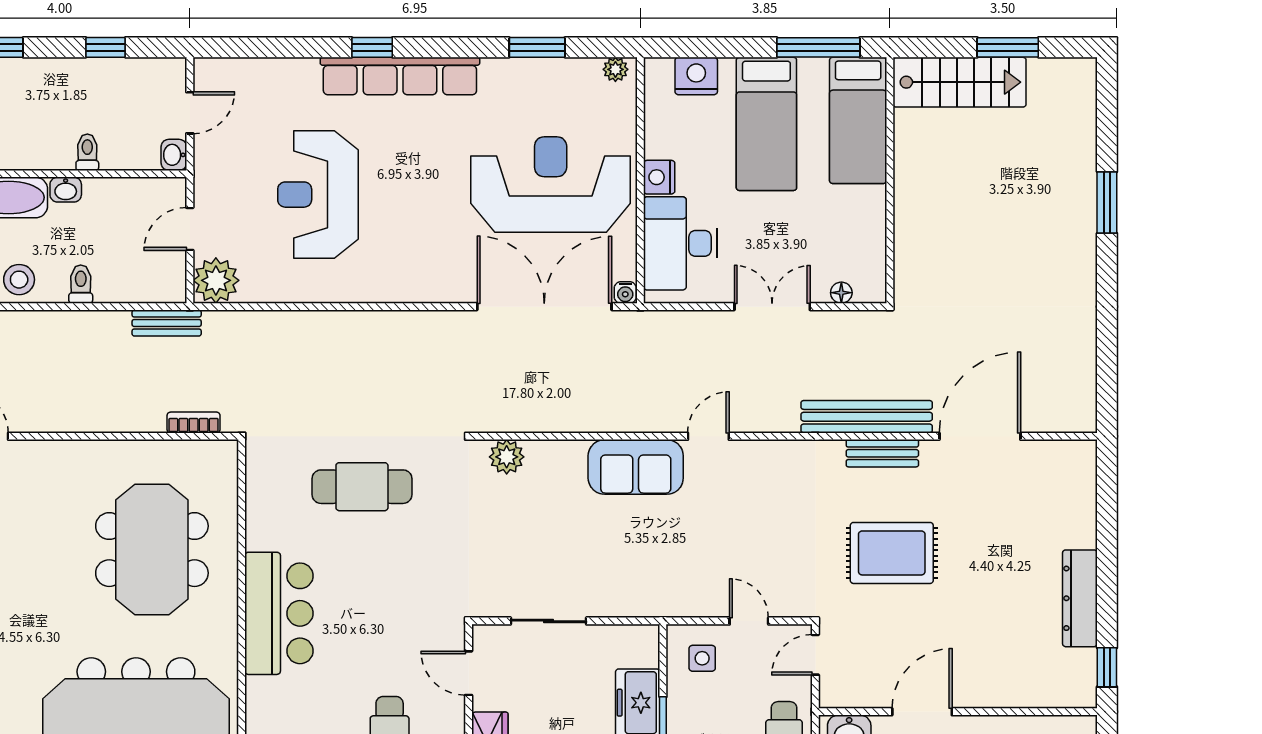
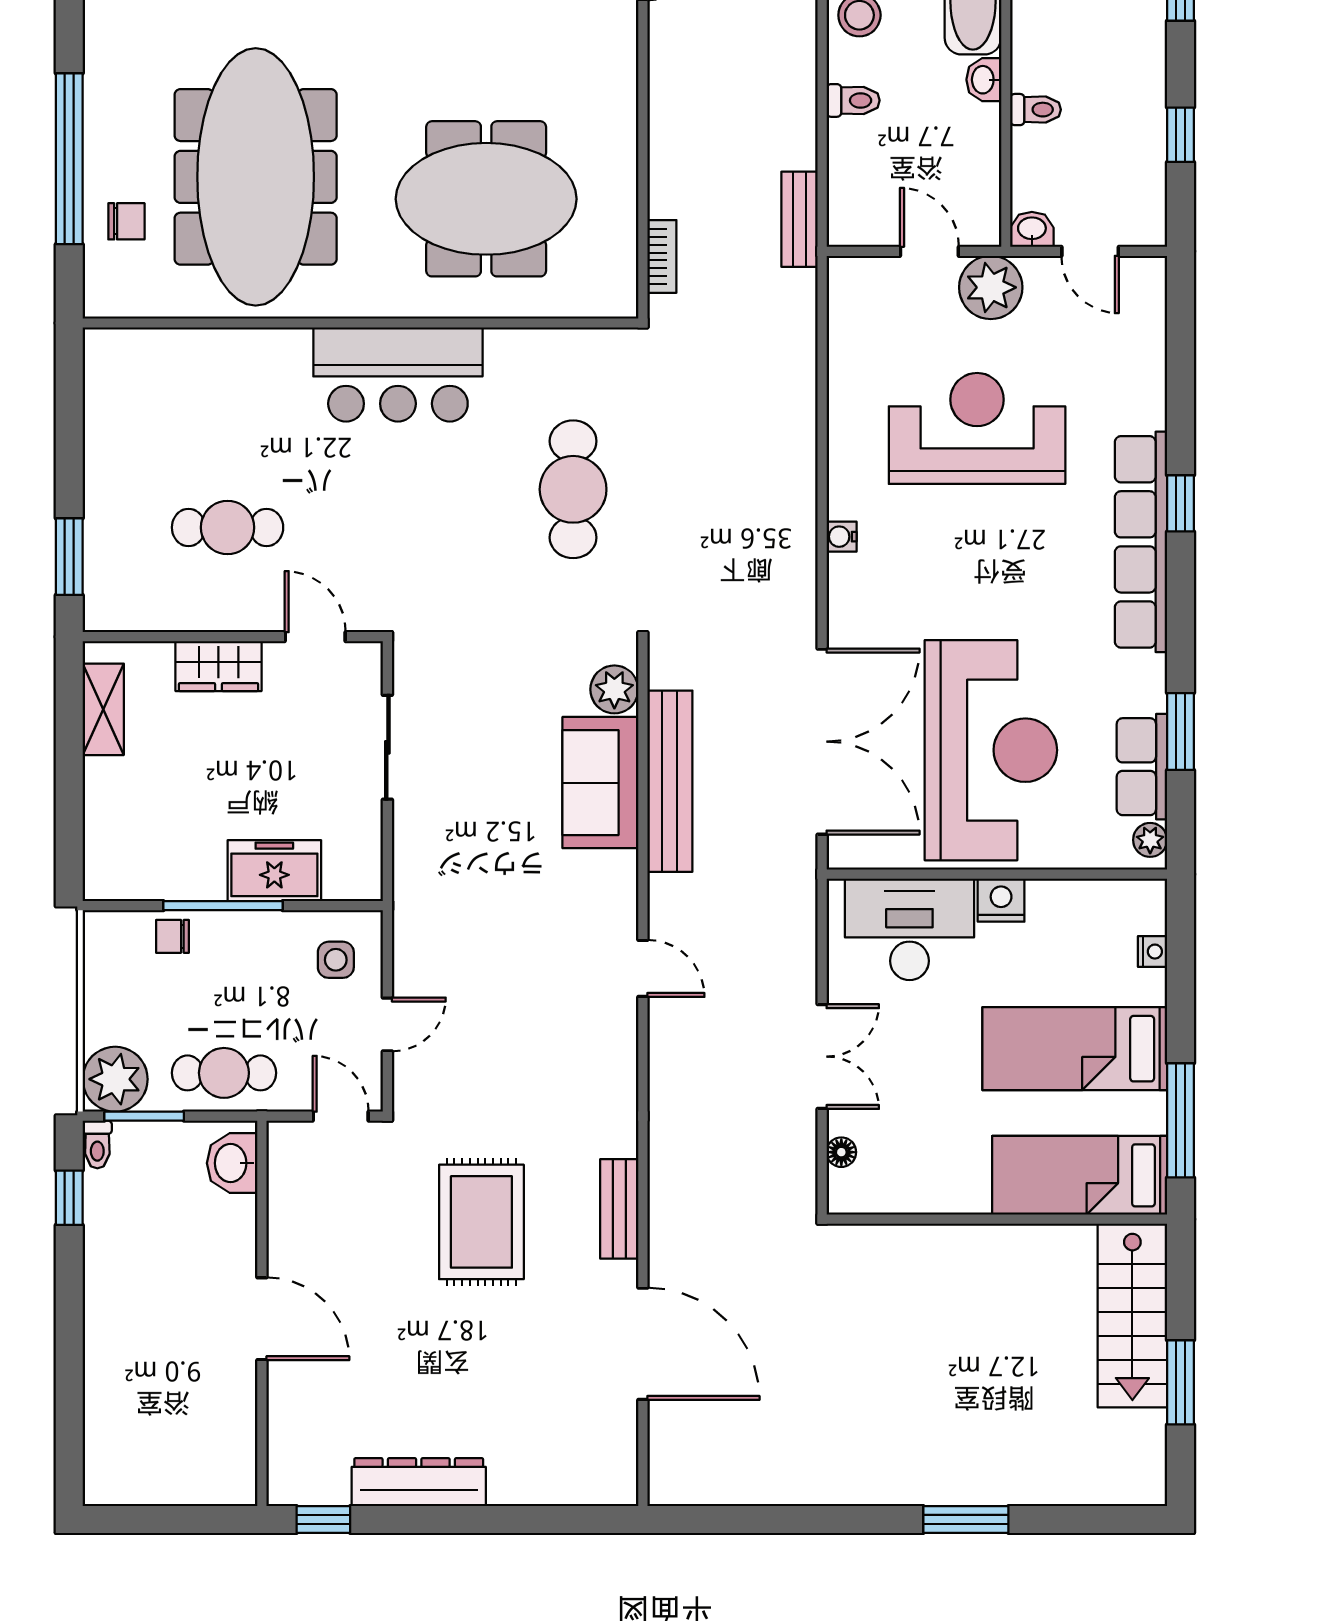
row of seats: (563, 75) -> (1142, 767), added
nightstand: (696, 76) -> (1153, 952), width x0.53, depth x0.56
plant: (216, 280) -> (991, 287), moved
water cooler: (625, 293) -> (842, 537), moved
bench: (867, 417) -> (670, 781), moved
sofa: (636, 467) -> (600, 783), moved
door: (469, 673) -> (315, 637), hinge flipped
door: (922, 712) -> (262, 1319), moved

